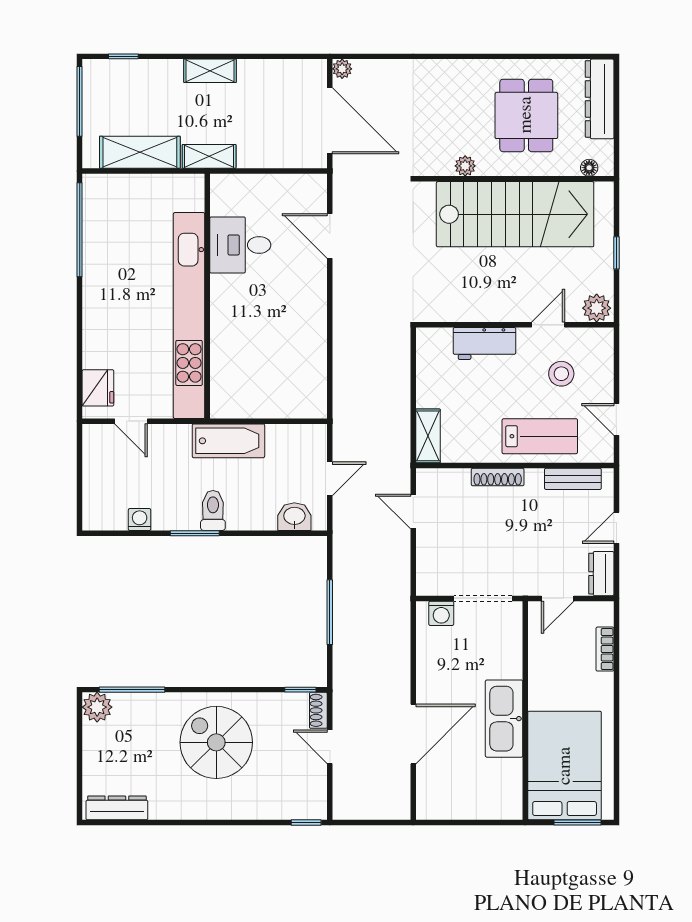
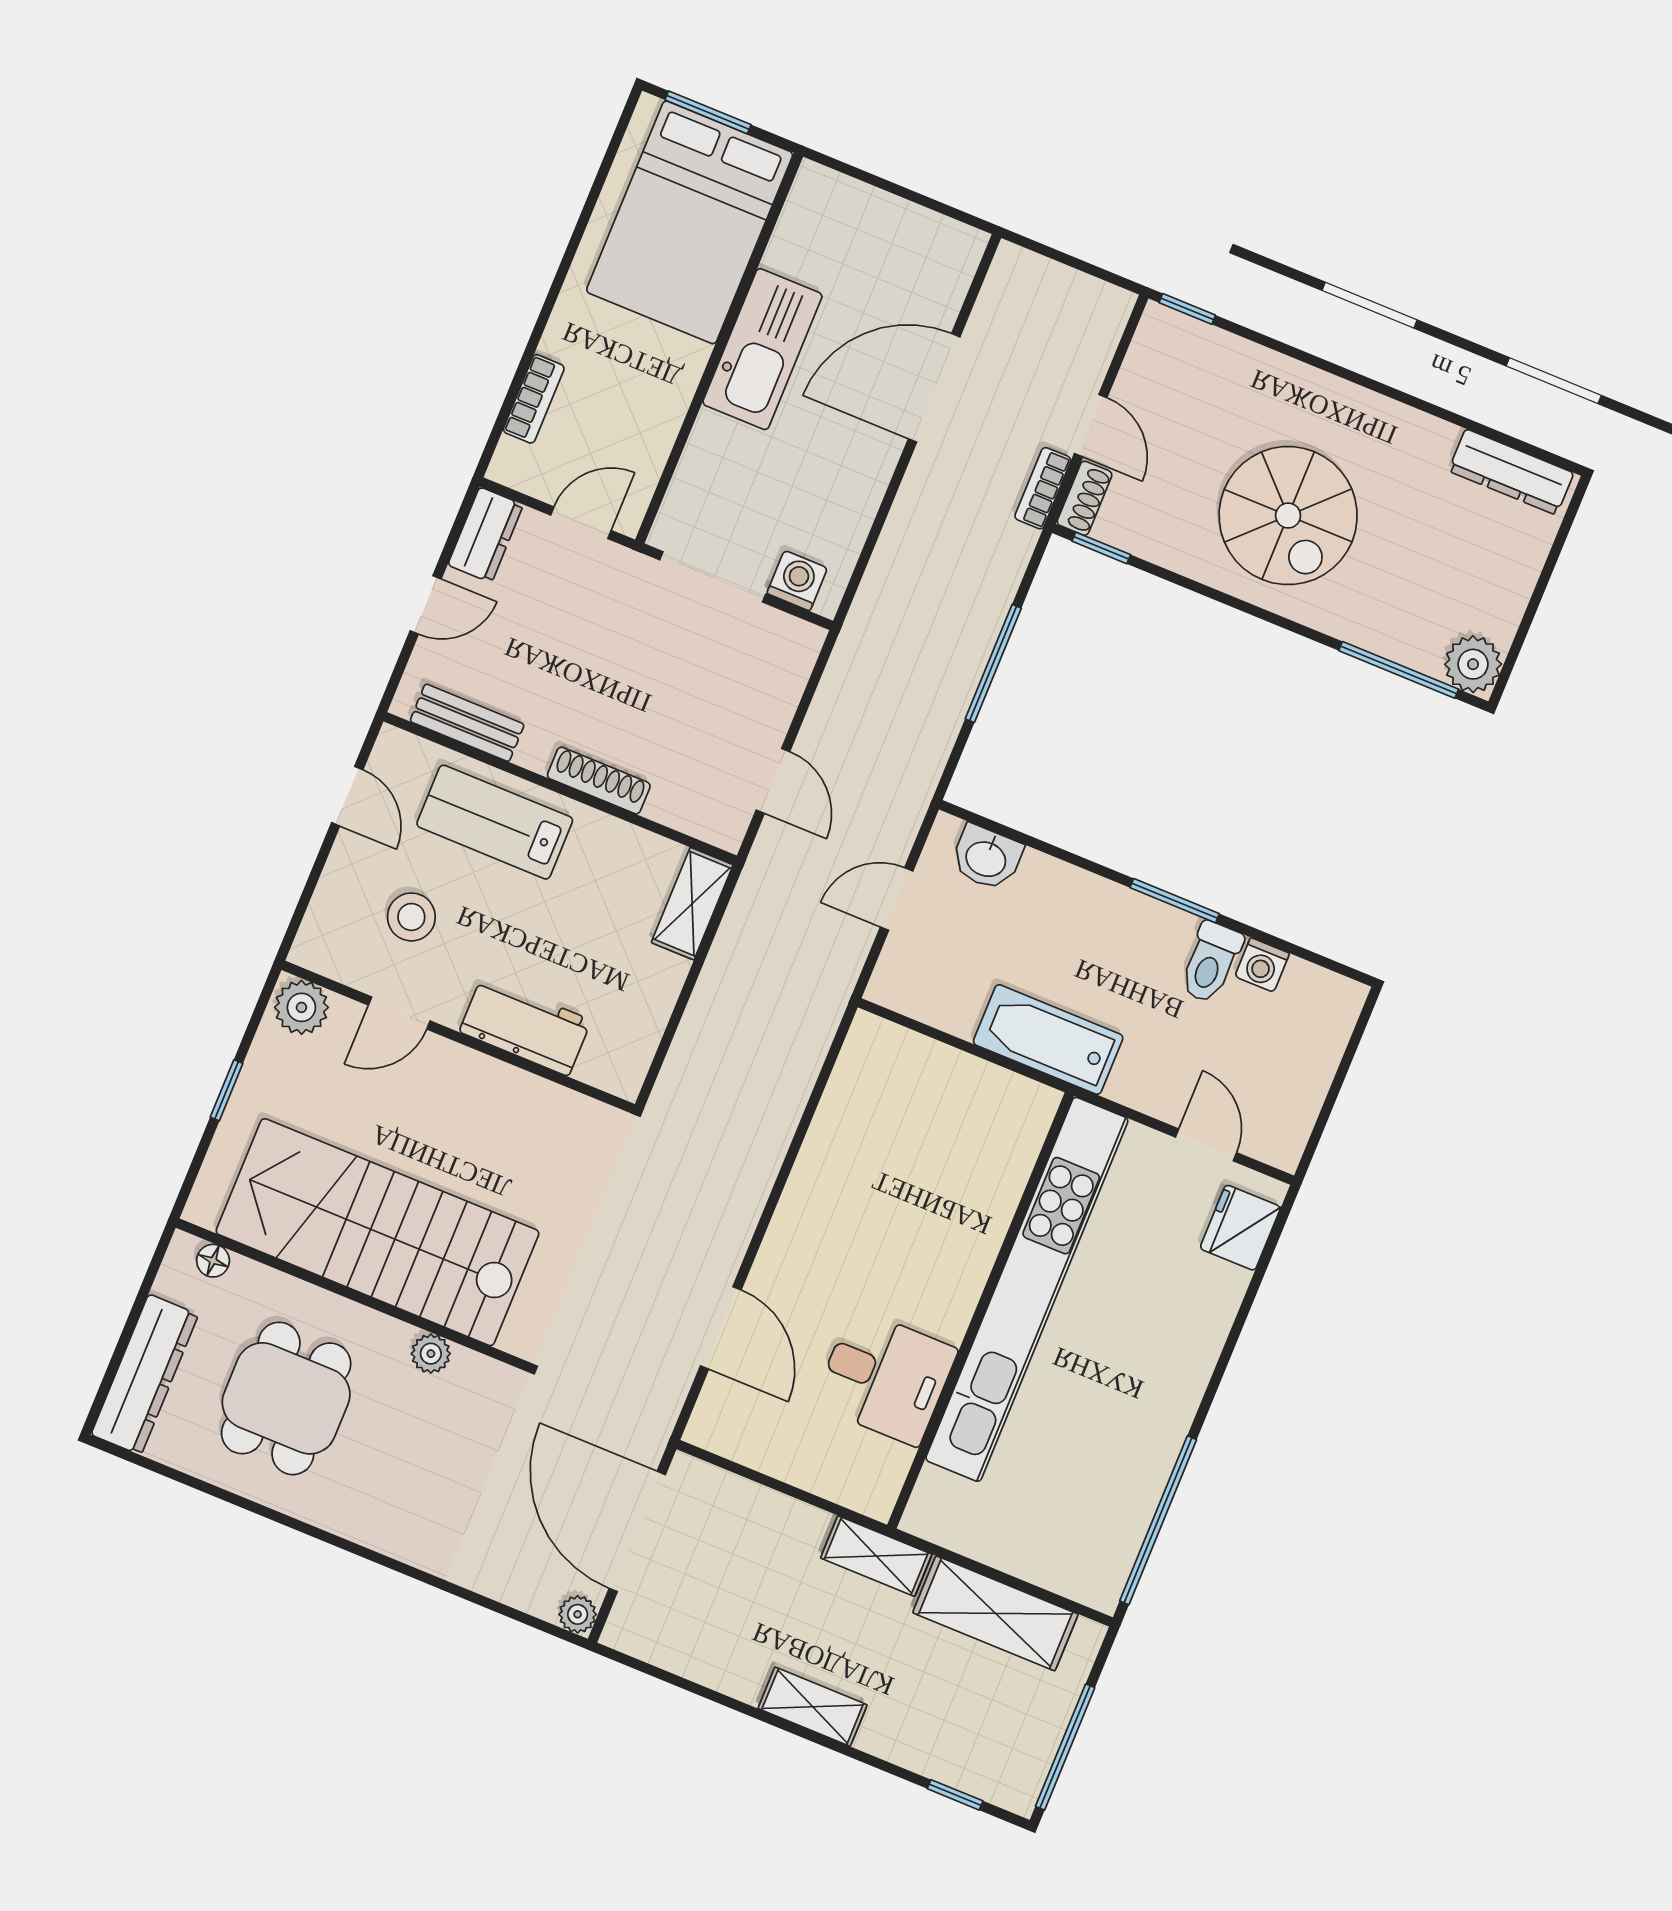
toilet: (213, 511) -> (1211, 962), moved
bookcase: (341, 707) -> (1043, 488), added

